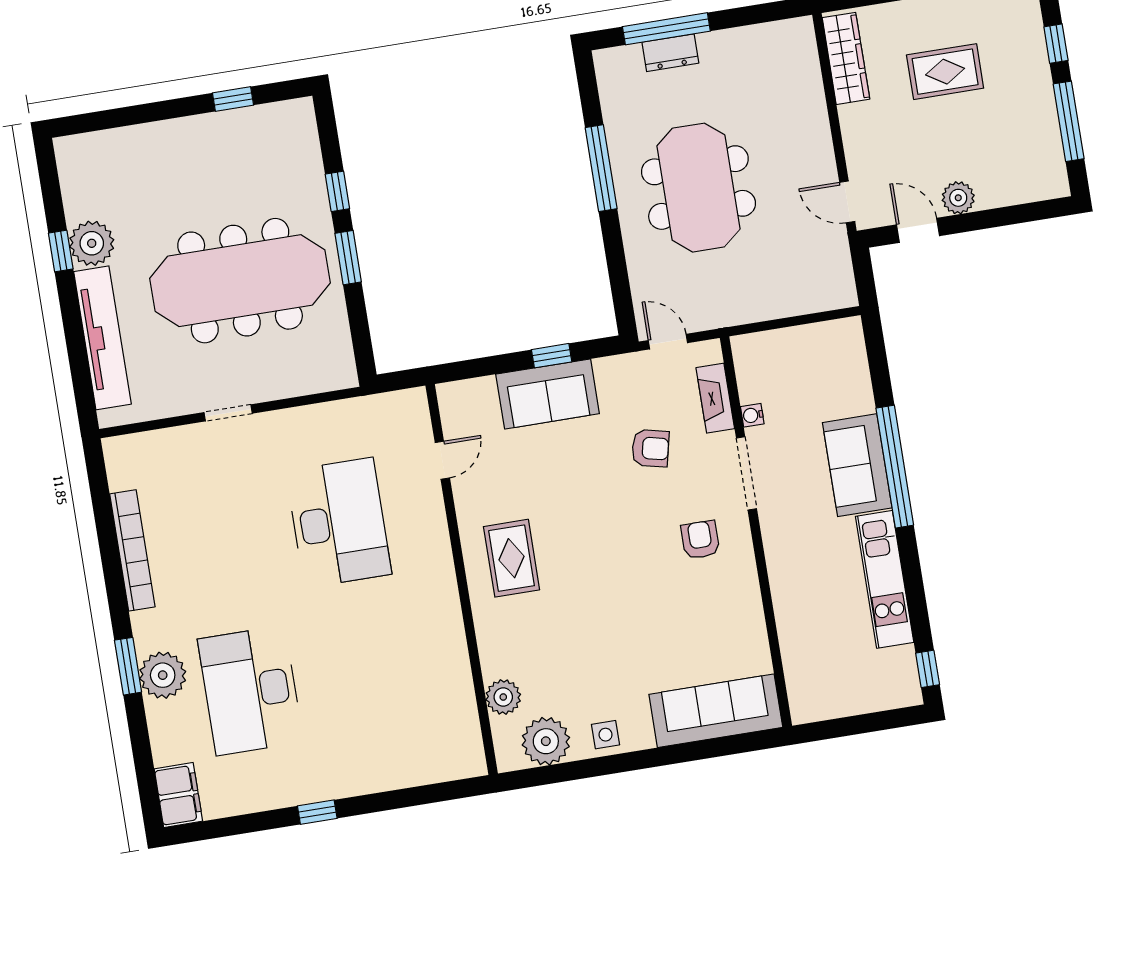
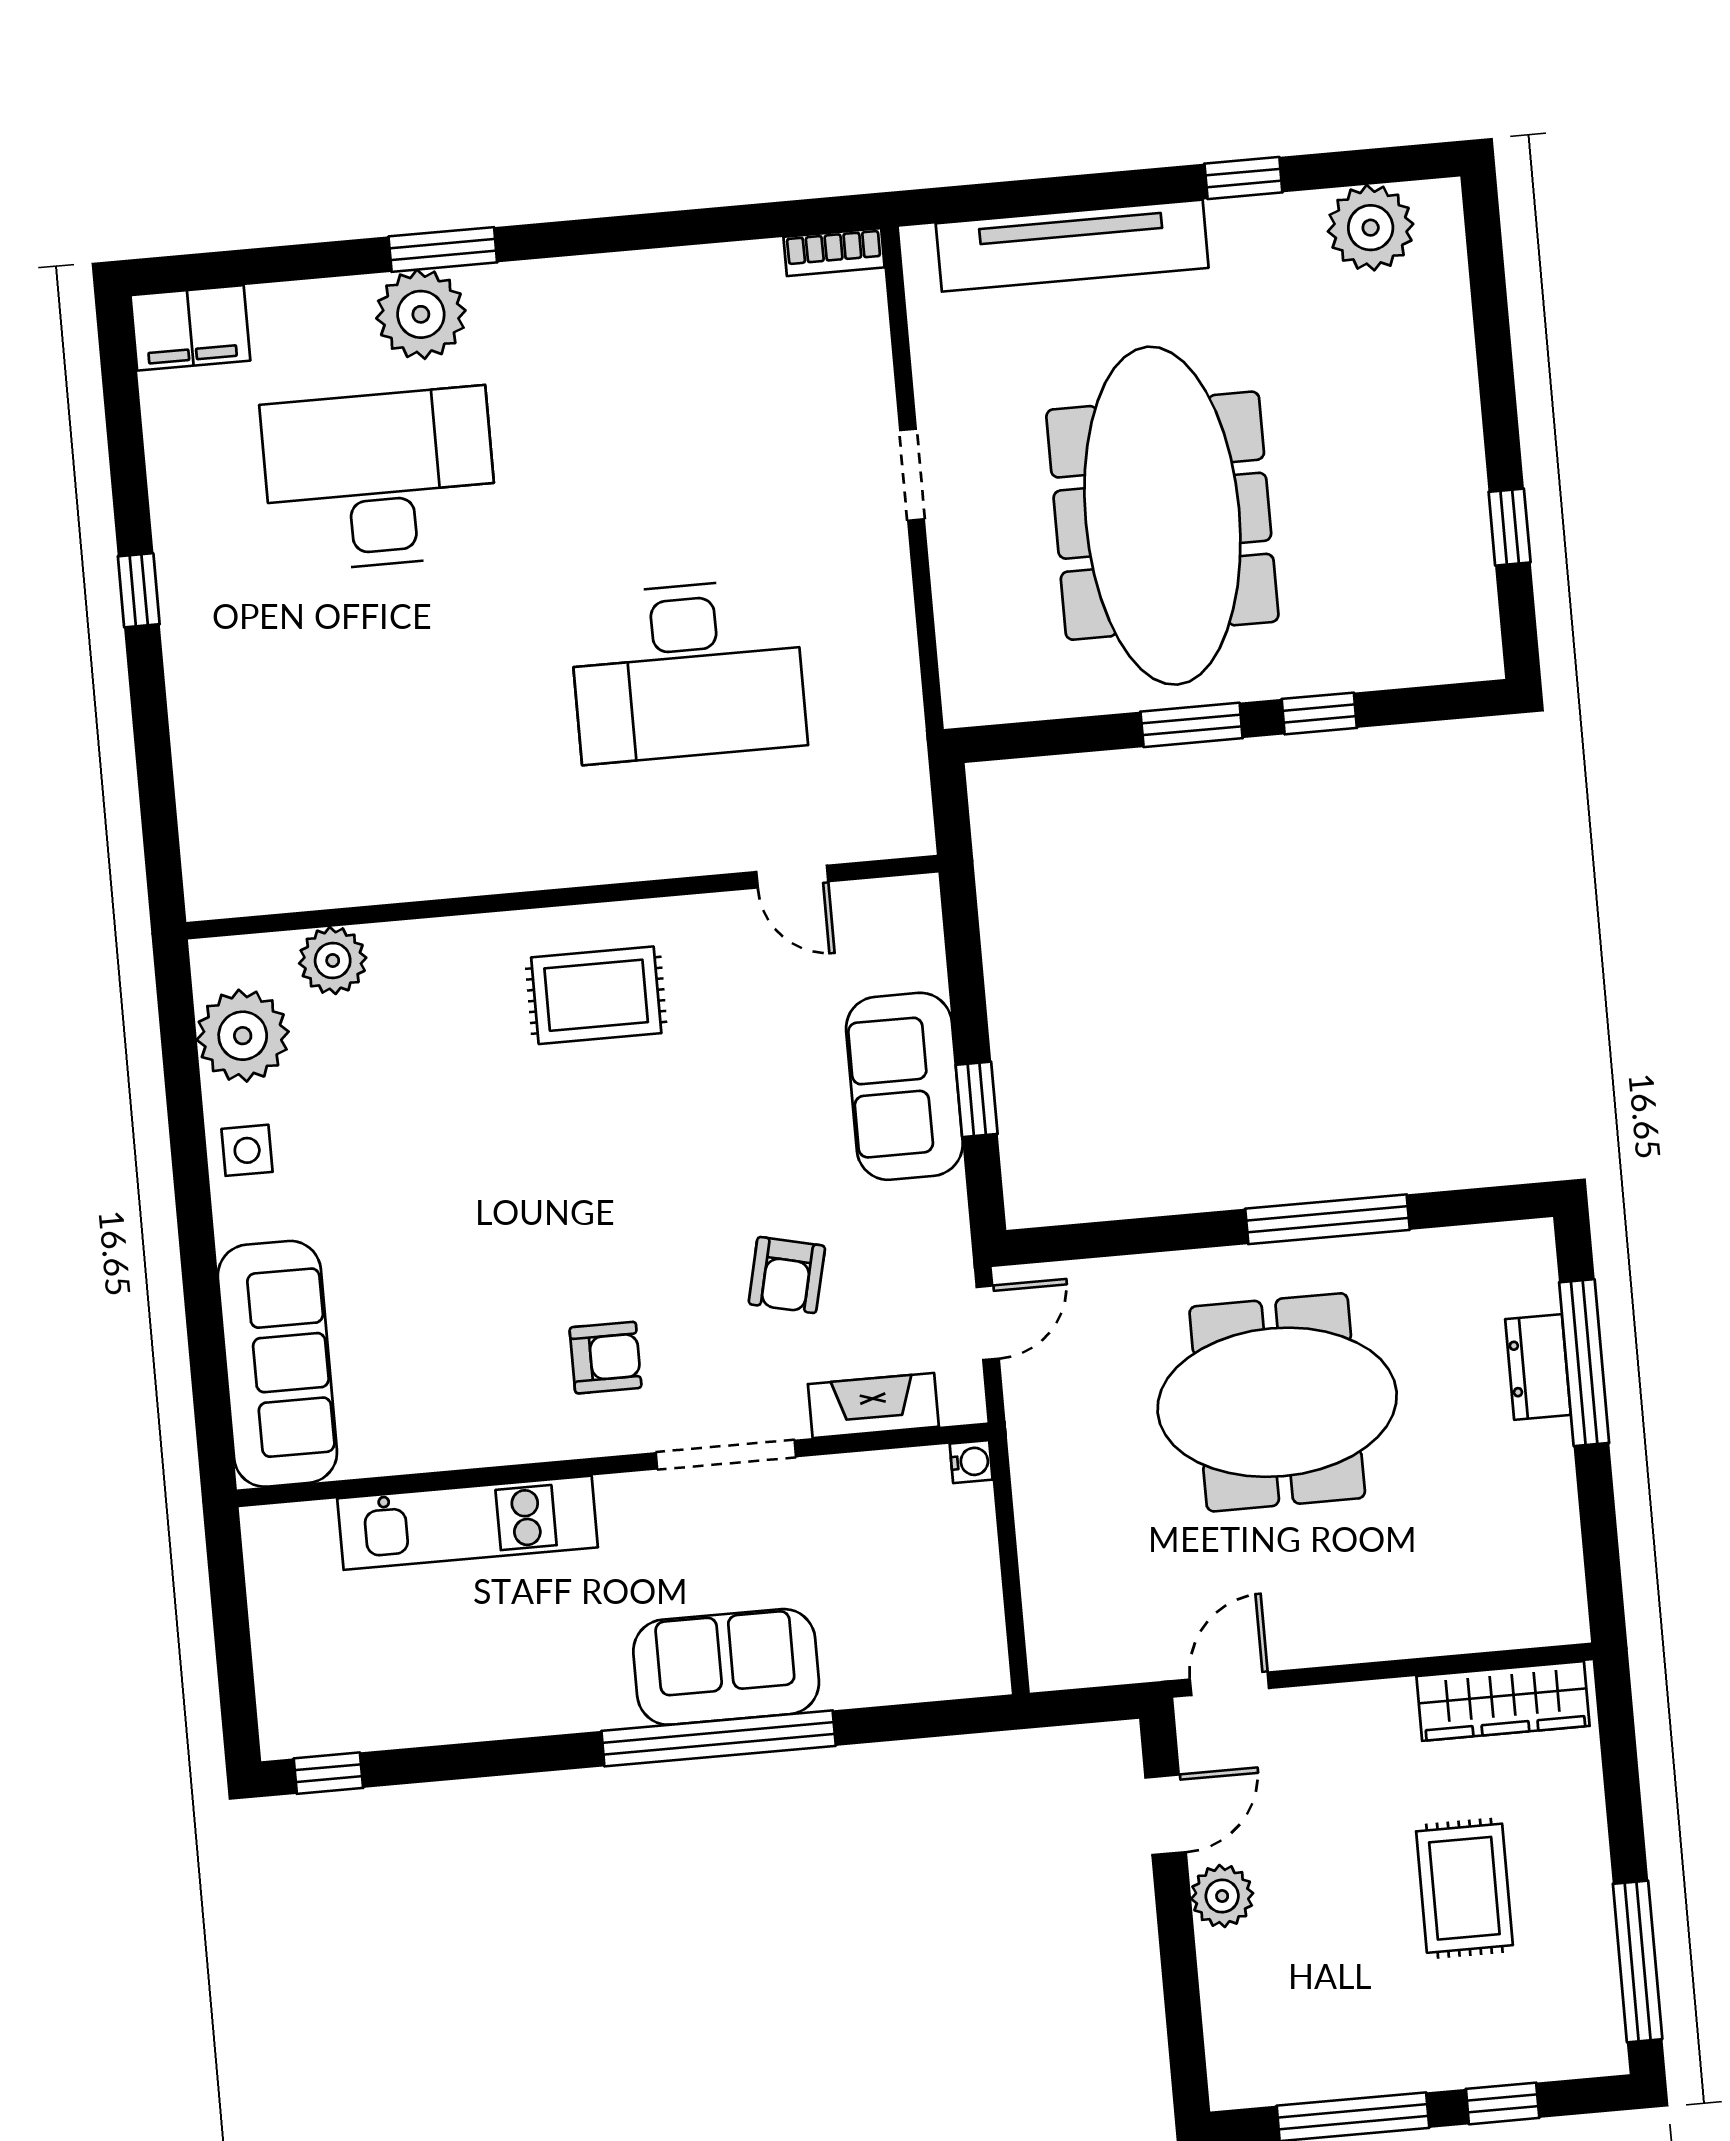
plant: (92, 243) -> (1371, 228), moved
water cooler: (752, 415) -> (971, 1462), moved, turned 90
bookcase: (132, 550) -> (834, 252), moved, width x0.43, depth x0.76
kitchen unit: (885, 579) -> (468, 1523), moved, turned 180

